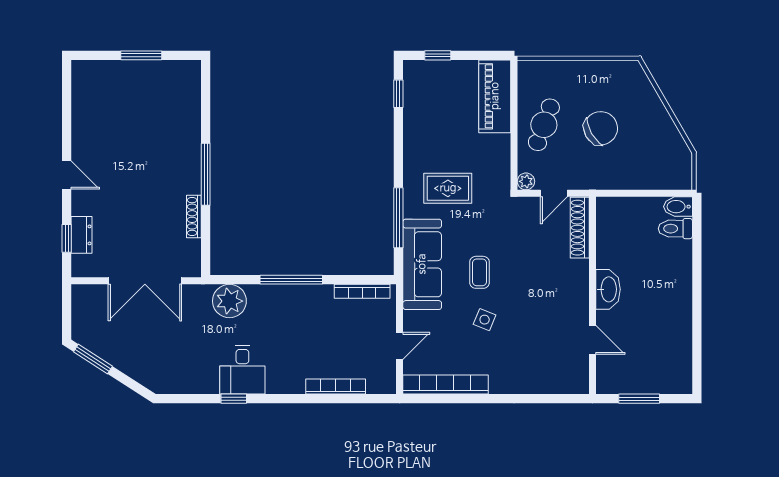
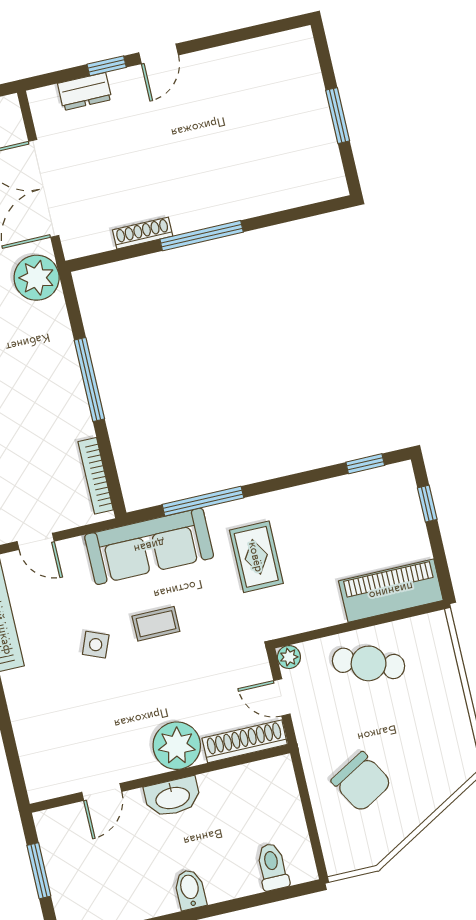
chair: (601, 128) -> (361, 782), moved
bidet: (678, 207) -> (190, 889), moved
window: (67, 238) -> (107, 66), moved
plant: (571, 278) -> (177, 746), added
plant: (229, 301) -> (37, 278), moved

